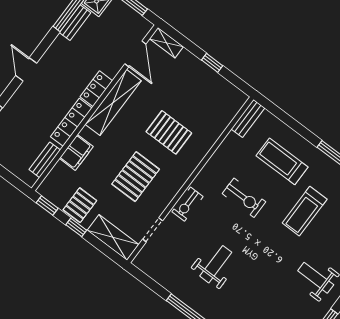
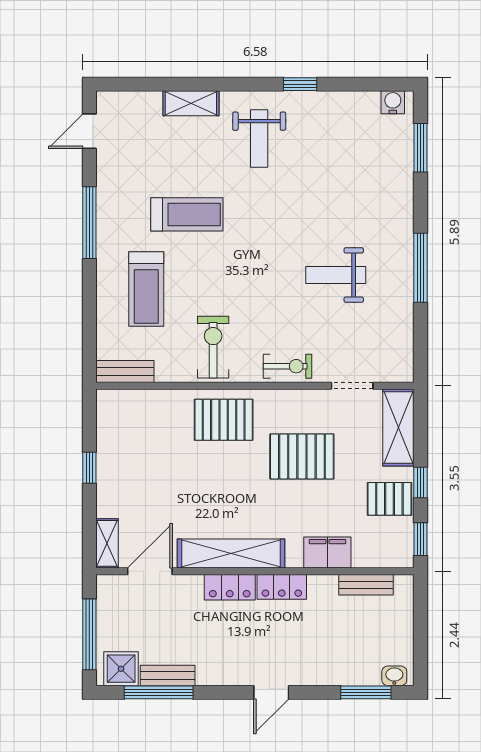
locker: (71, 122) -> (282, 587), width x0.66
pallet: (169, 132) -> (224, 420), moved, turned 90
exercise bike: (244, 198) -> (213, 347), moved

